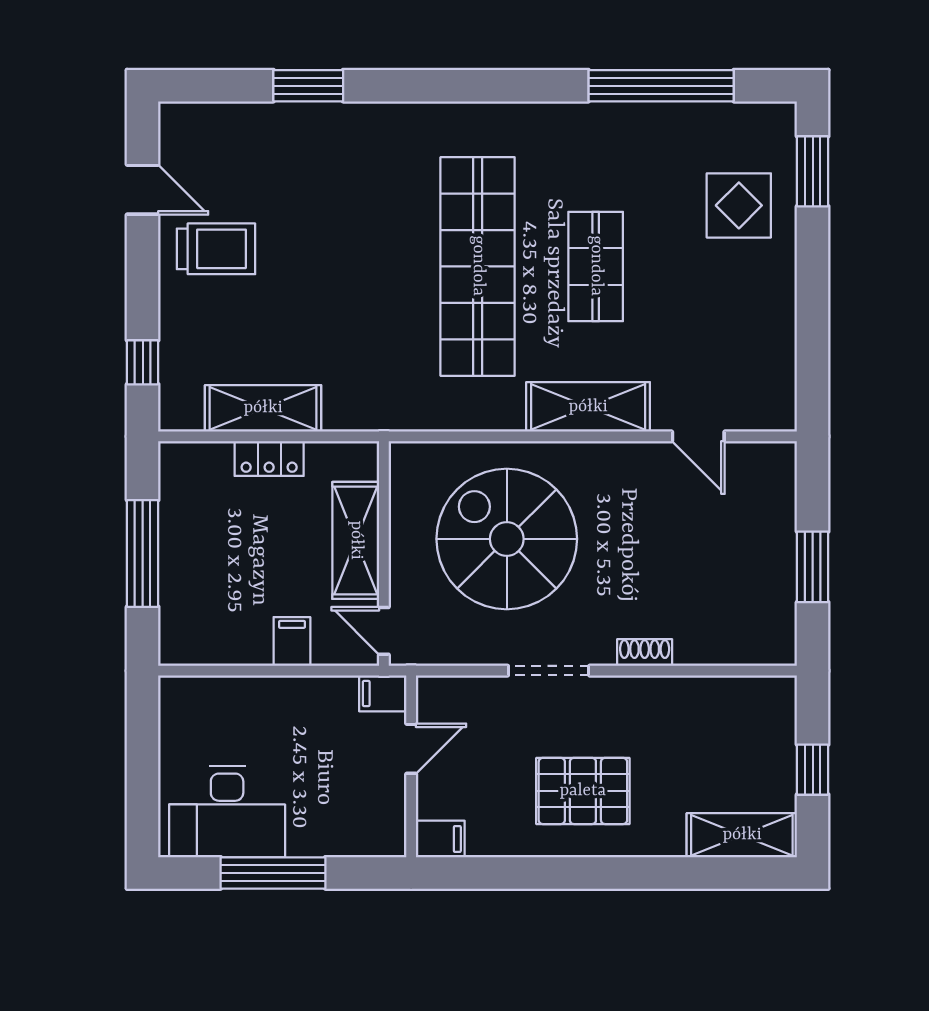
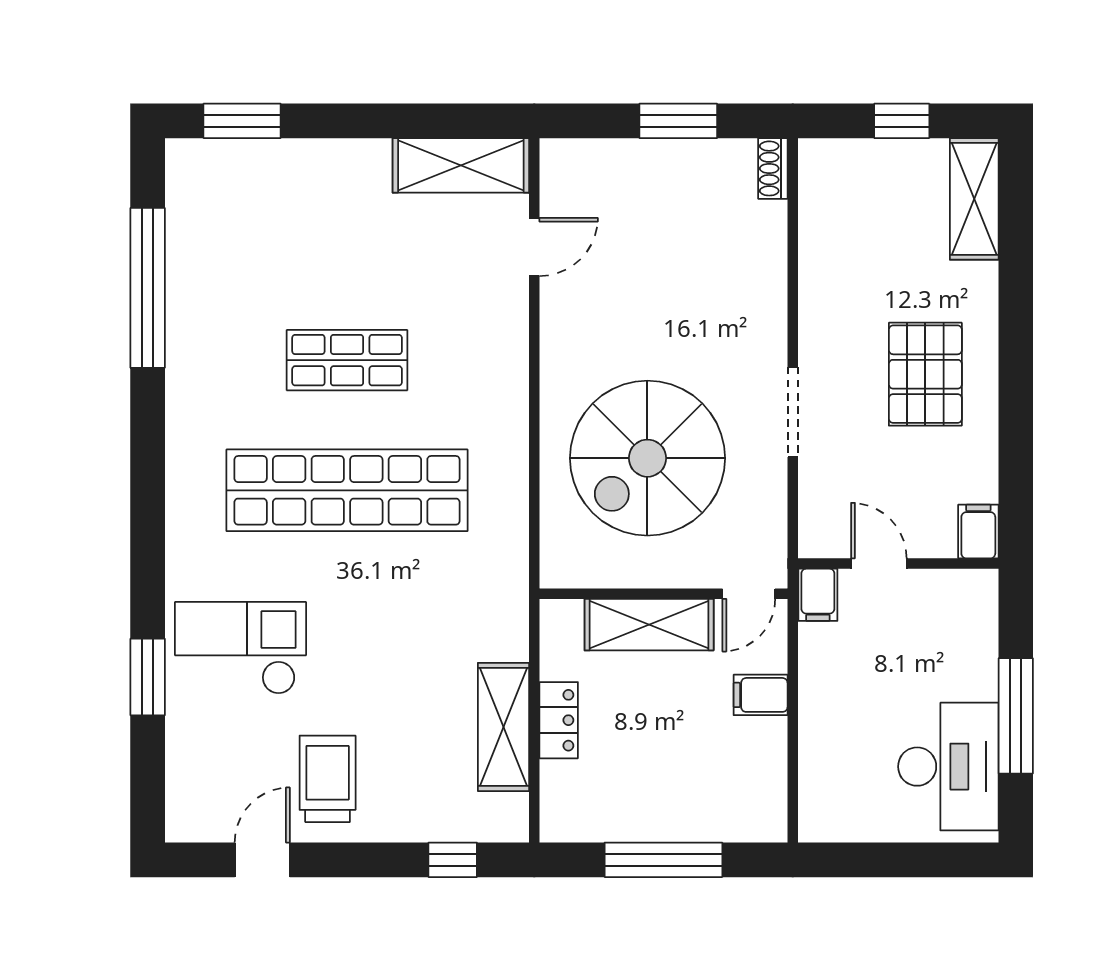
checkout: (335, 170) -> (241, 648), added
display table: (739, 205) -> (280, 202), removed
shelving: (588, 407) -> (461, 165), moved, turned 90
shoe rack: (645, 653) -> (773, 168), moved

